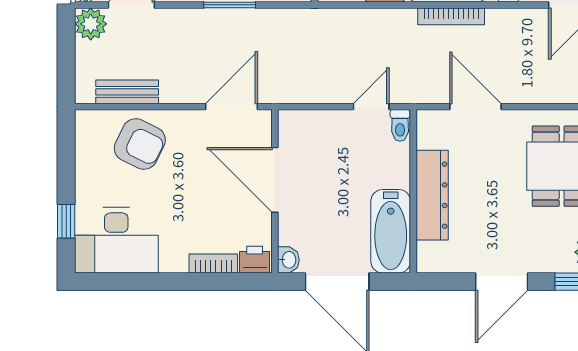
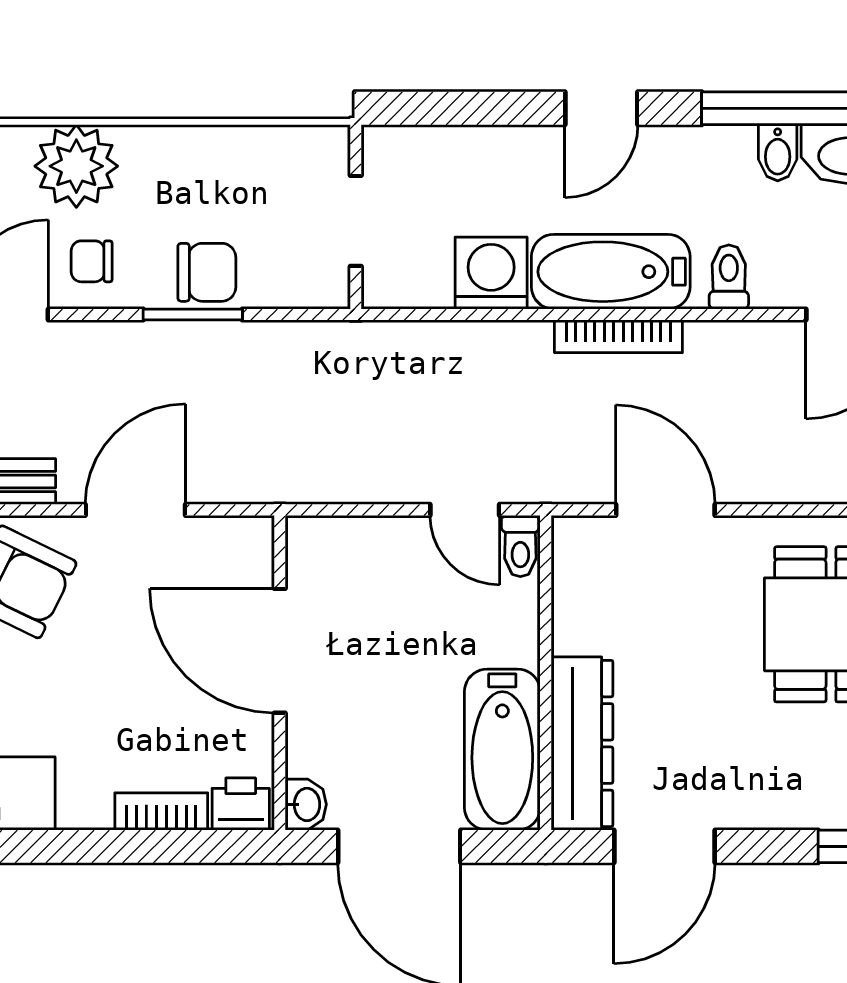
door: (232, 107) -> (135, 510), moved
door: (371, 107) -> (465, 510), swing flipped
dresser: (432, 195) -> (582, 743), moved
door: (502, 282) -> (664, 846), moved

